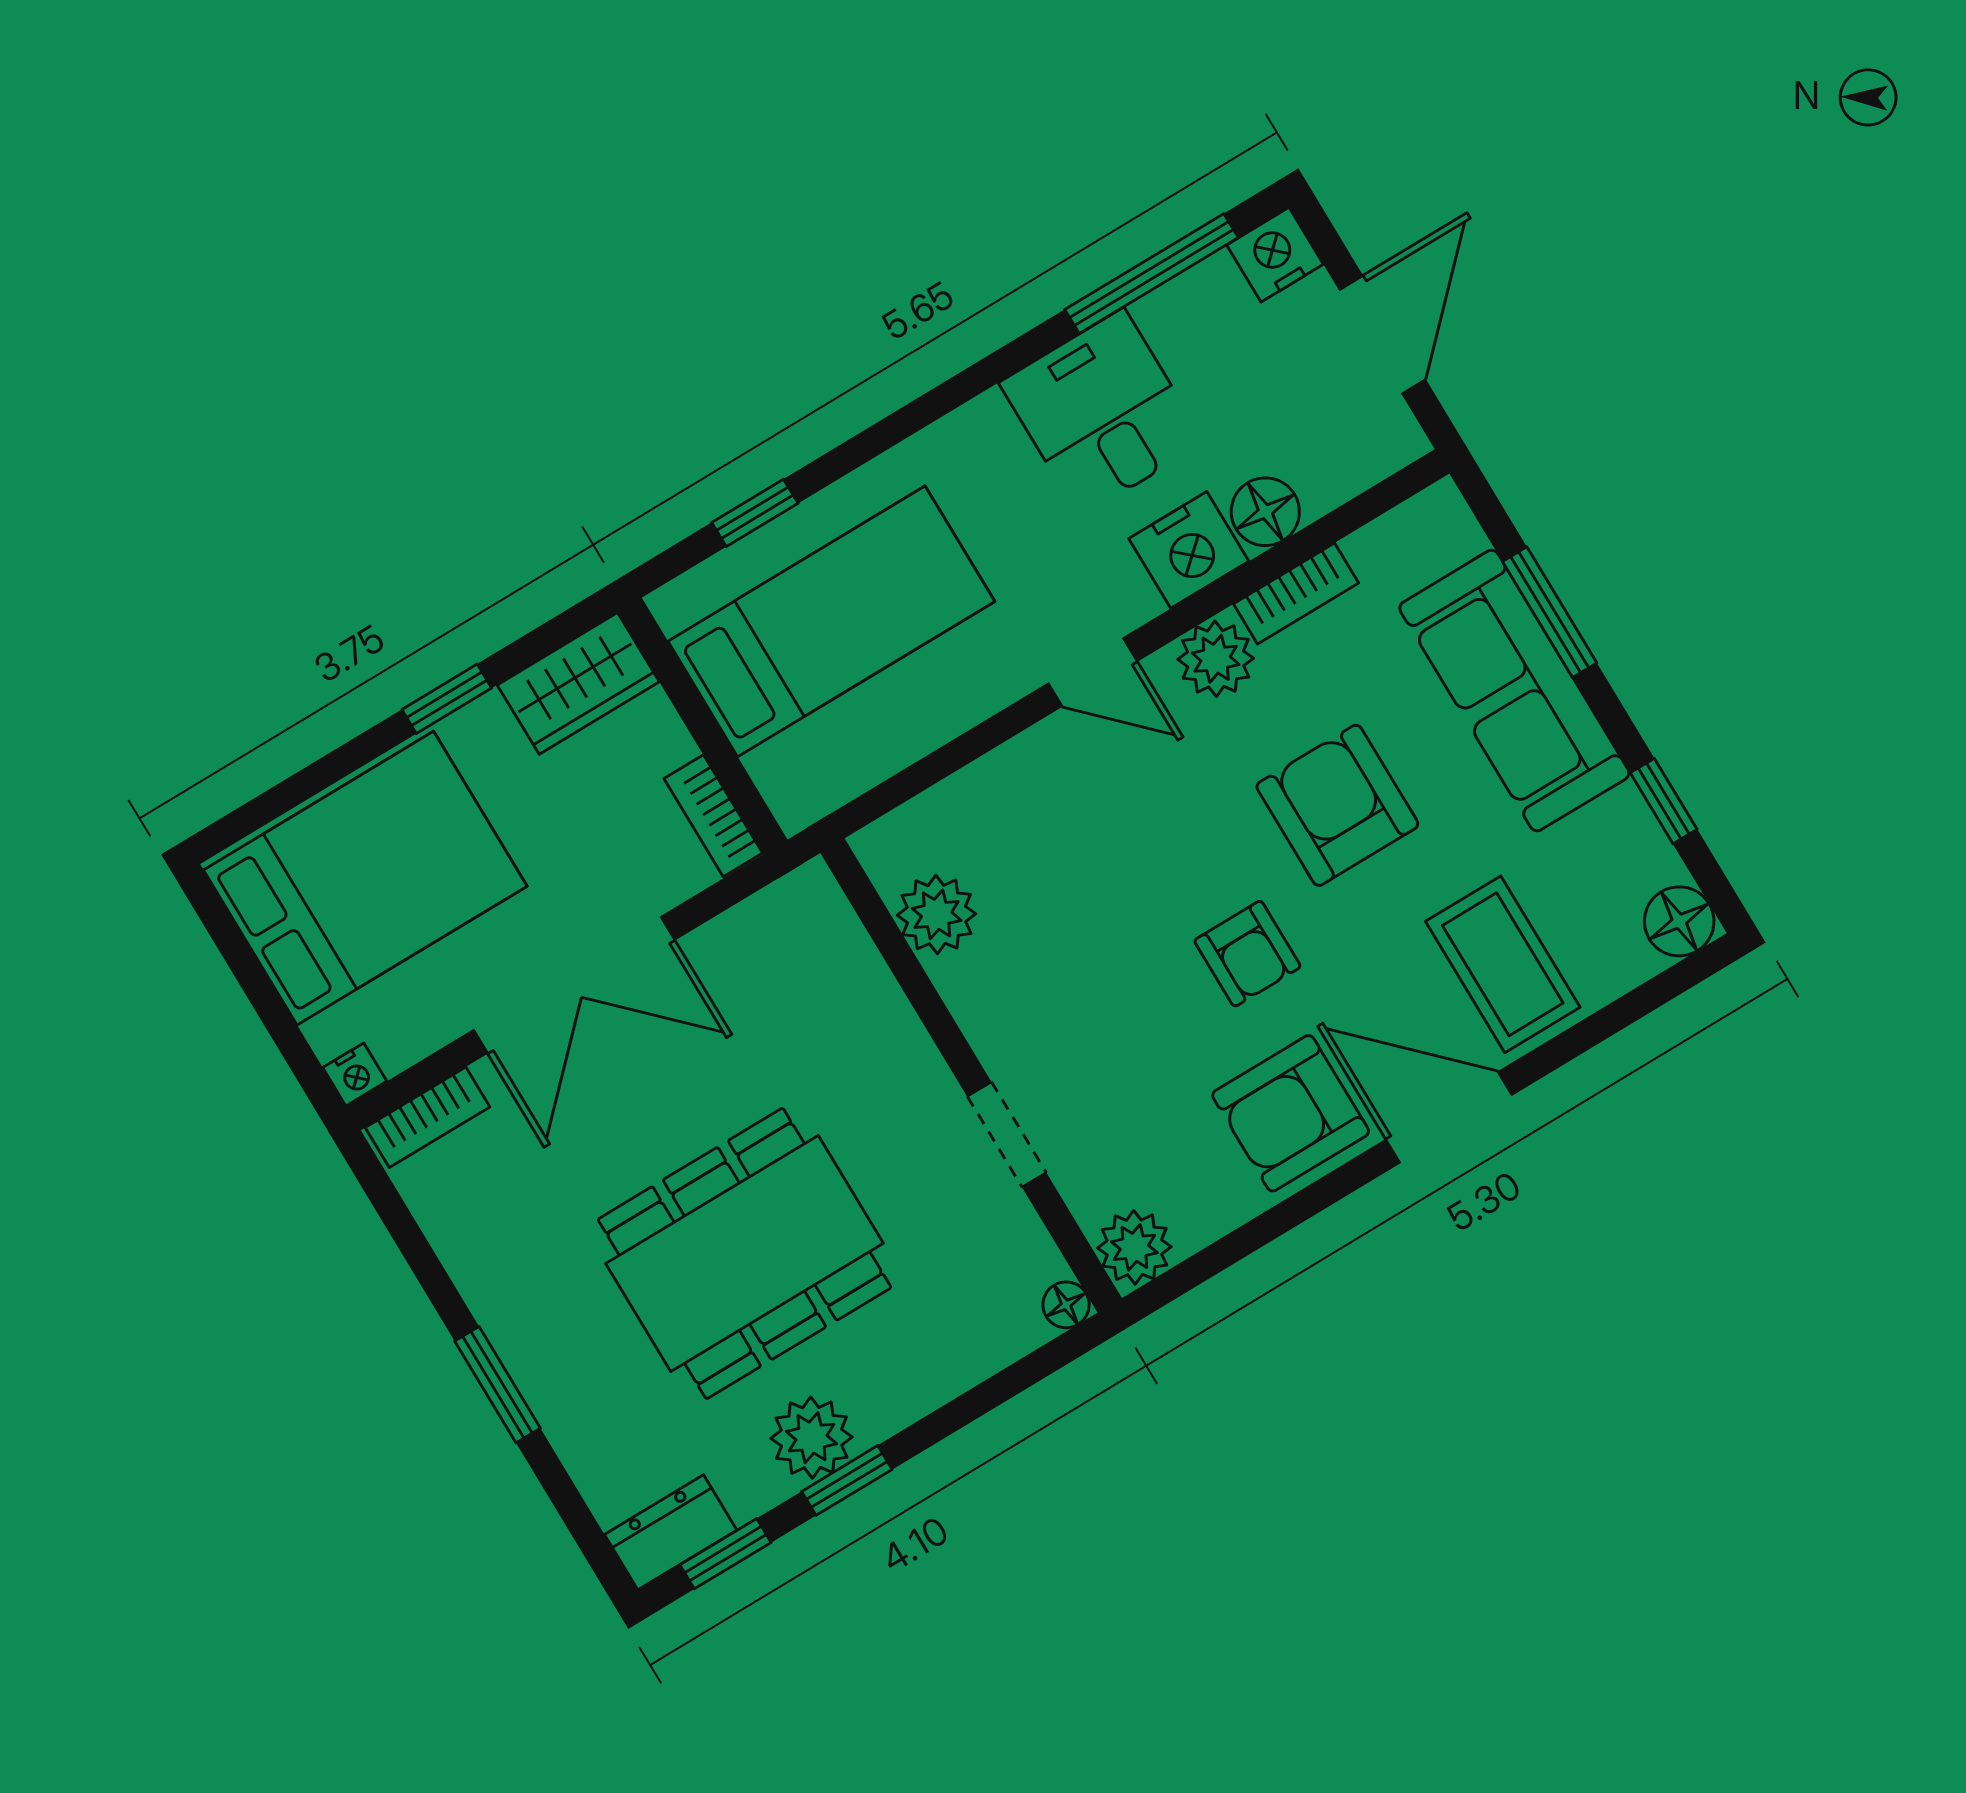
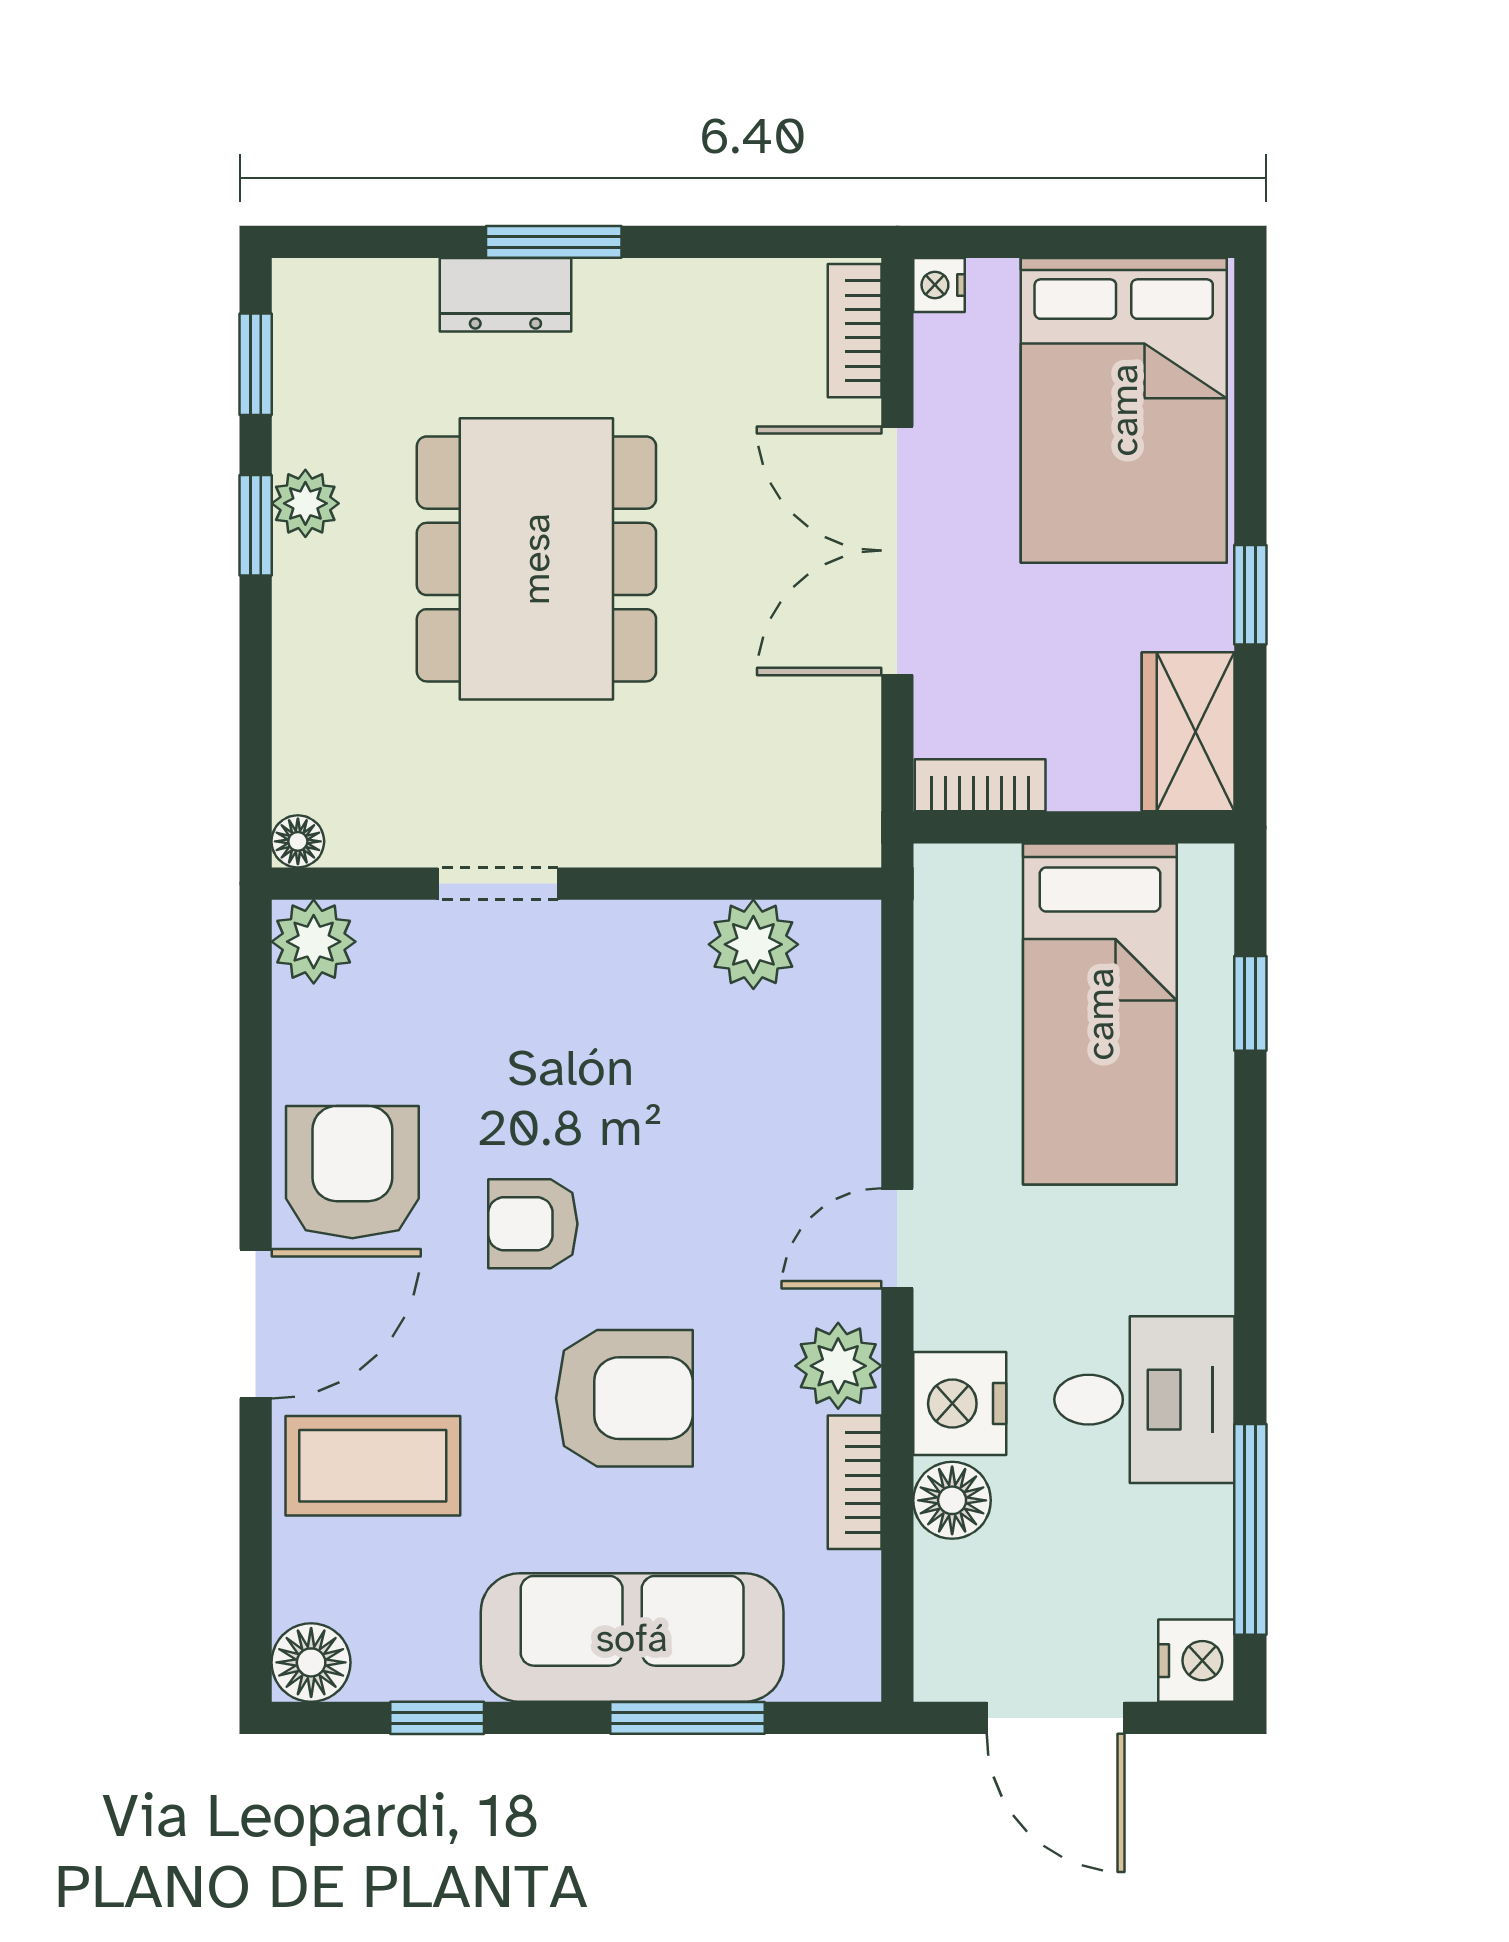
plant: (812, 1438) -> (305, 503), width x0.73, depth x0.73
dresser: (671, 1532) -> (505, 295), moved, turned 90

